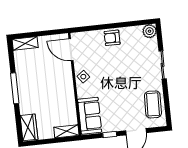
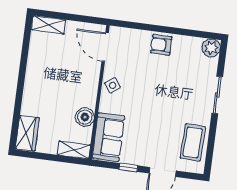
window: (15, 88) -> (21, 79), removed
boiler: (69, 105) -> (85, 117), added

